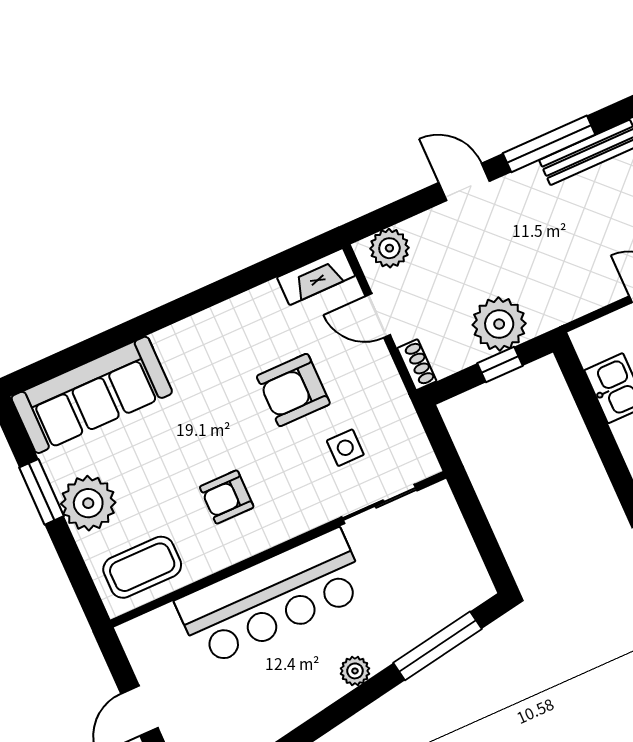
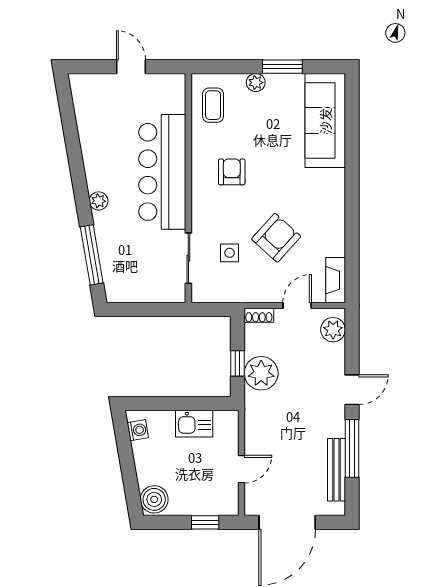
armchair: (293, 390) -> (276, 238), turned 42
plant: (88, 503) -> (256, 83), width x0.53, depth x0.53
coffee table: (142, 567) -> (213, 105), width x0.73, depth x0.77

